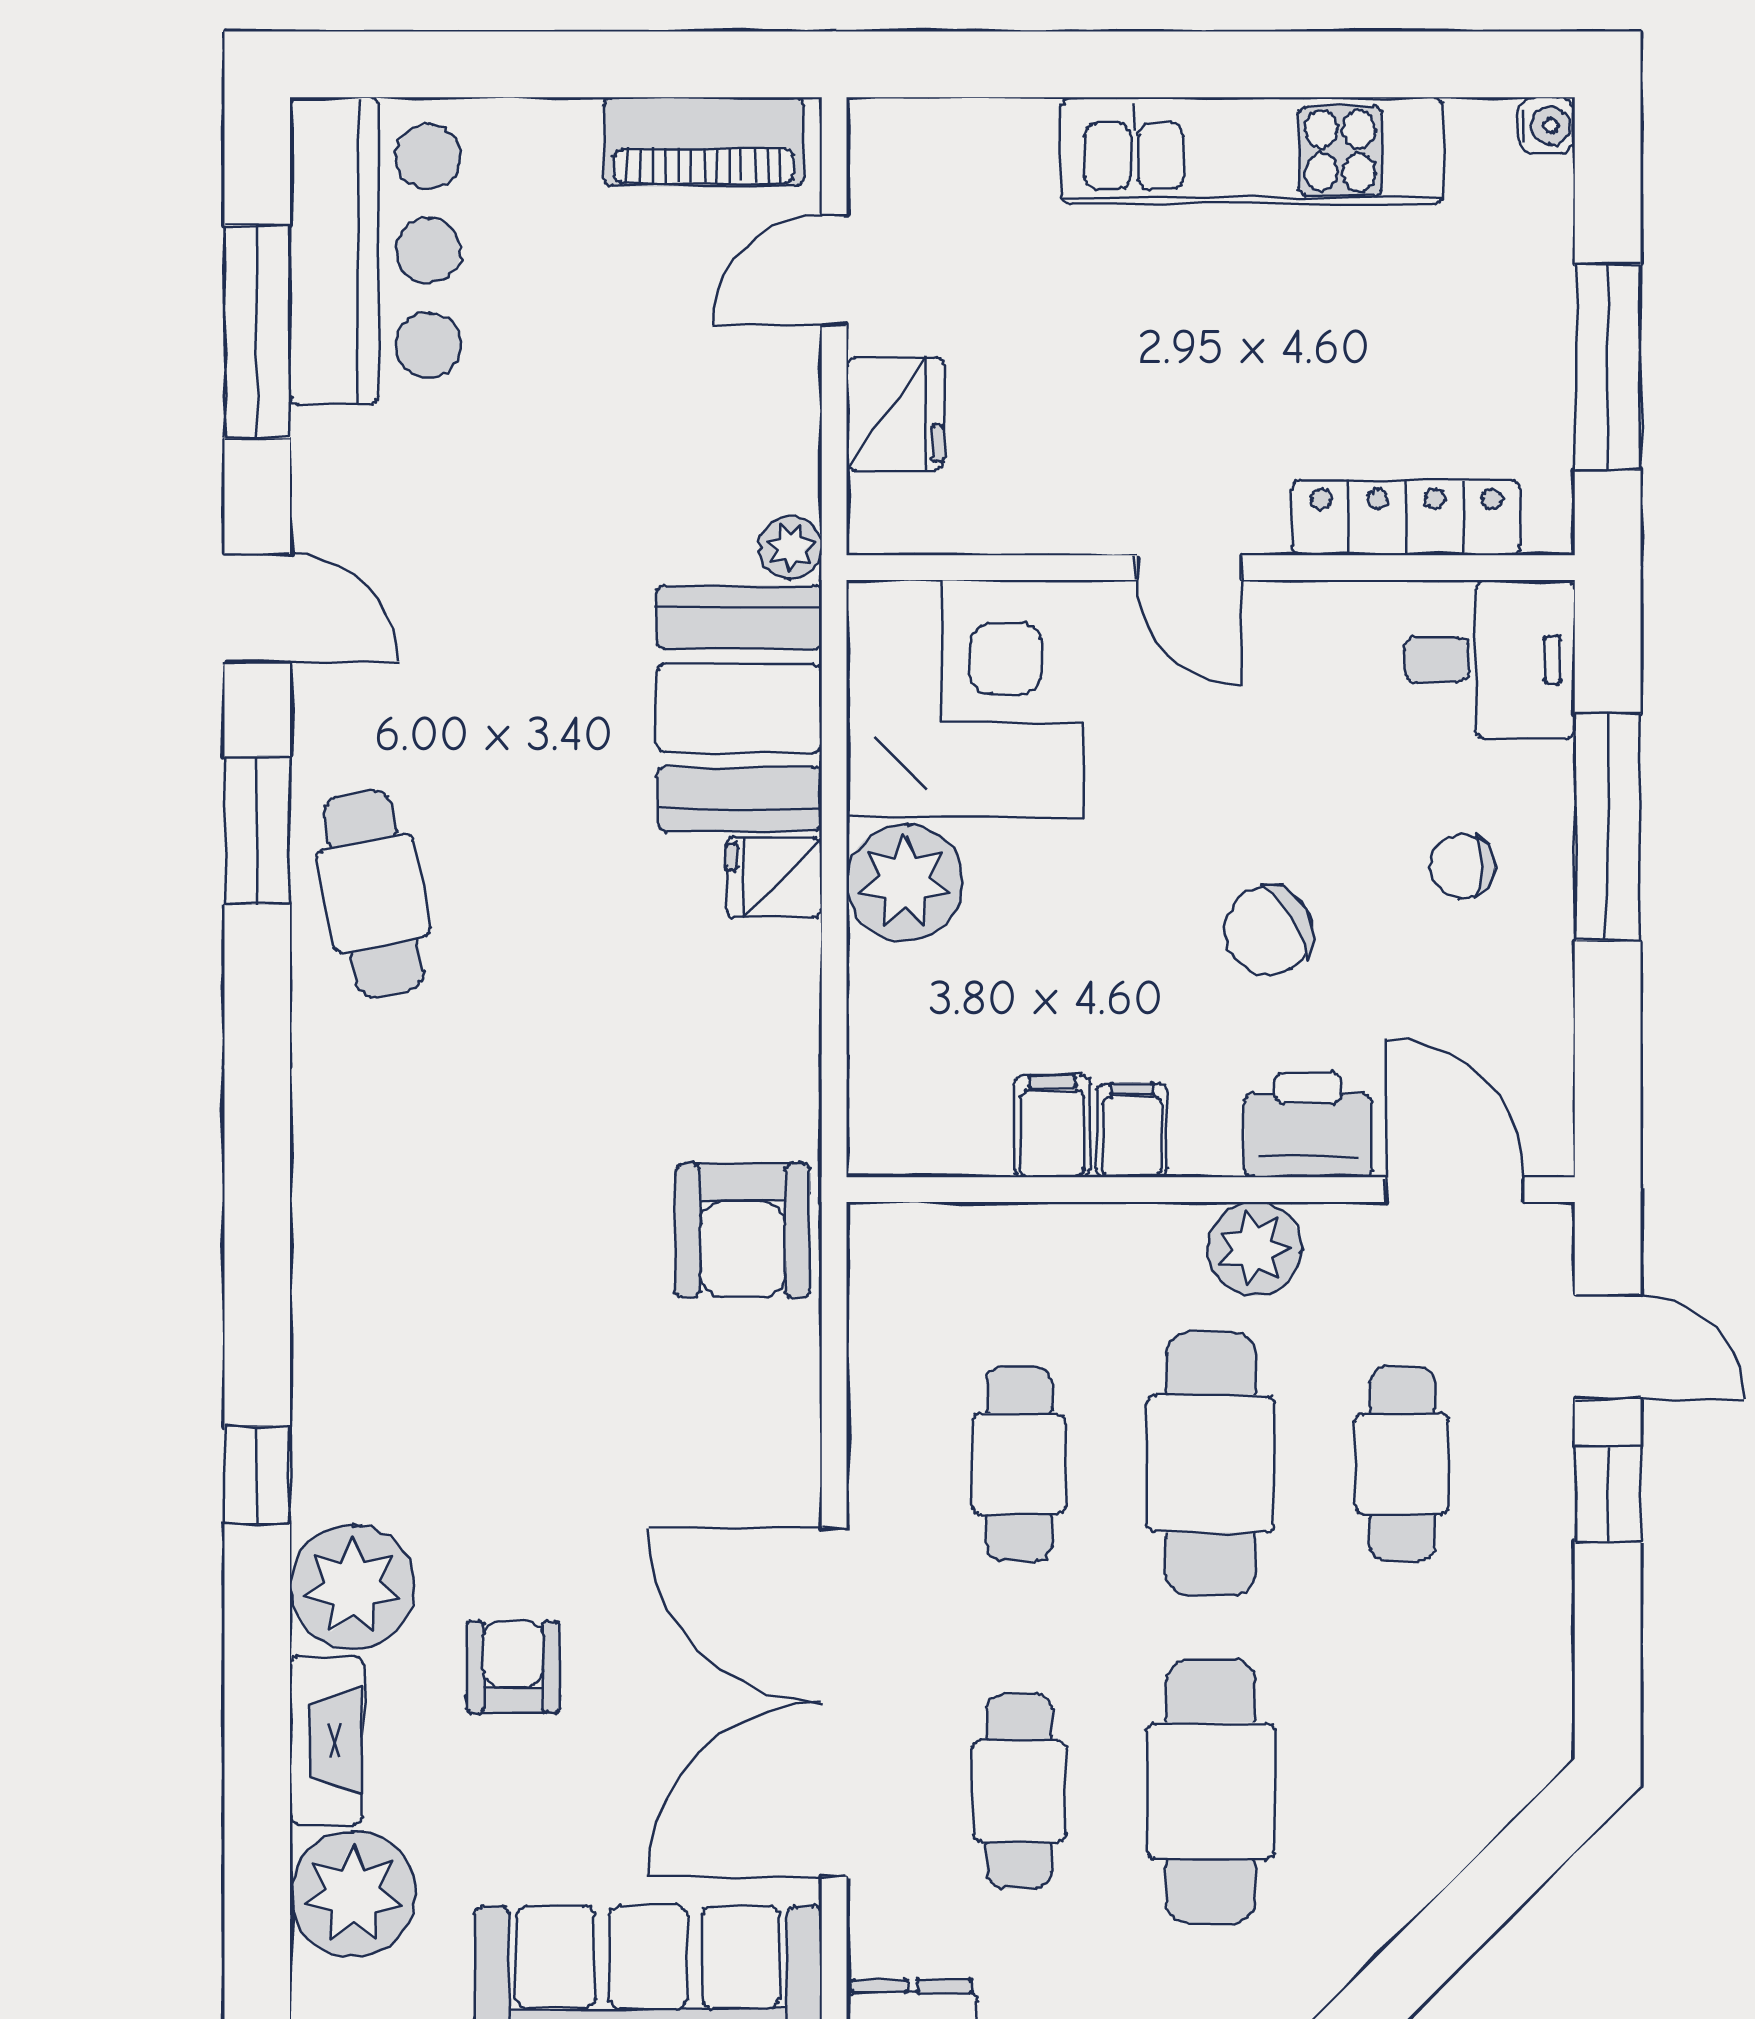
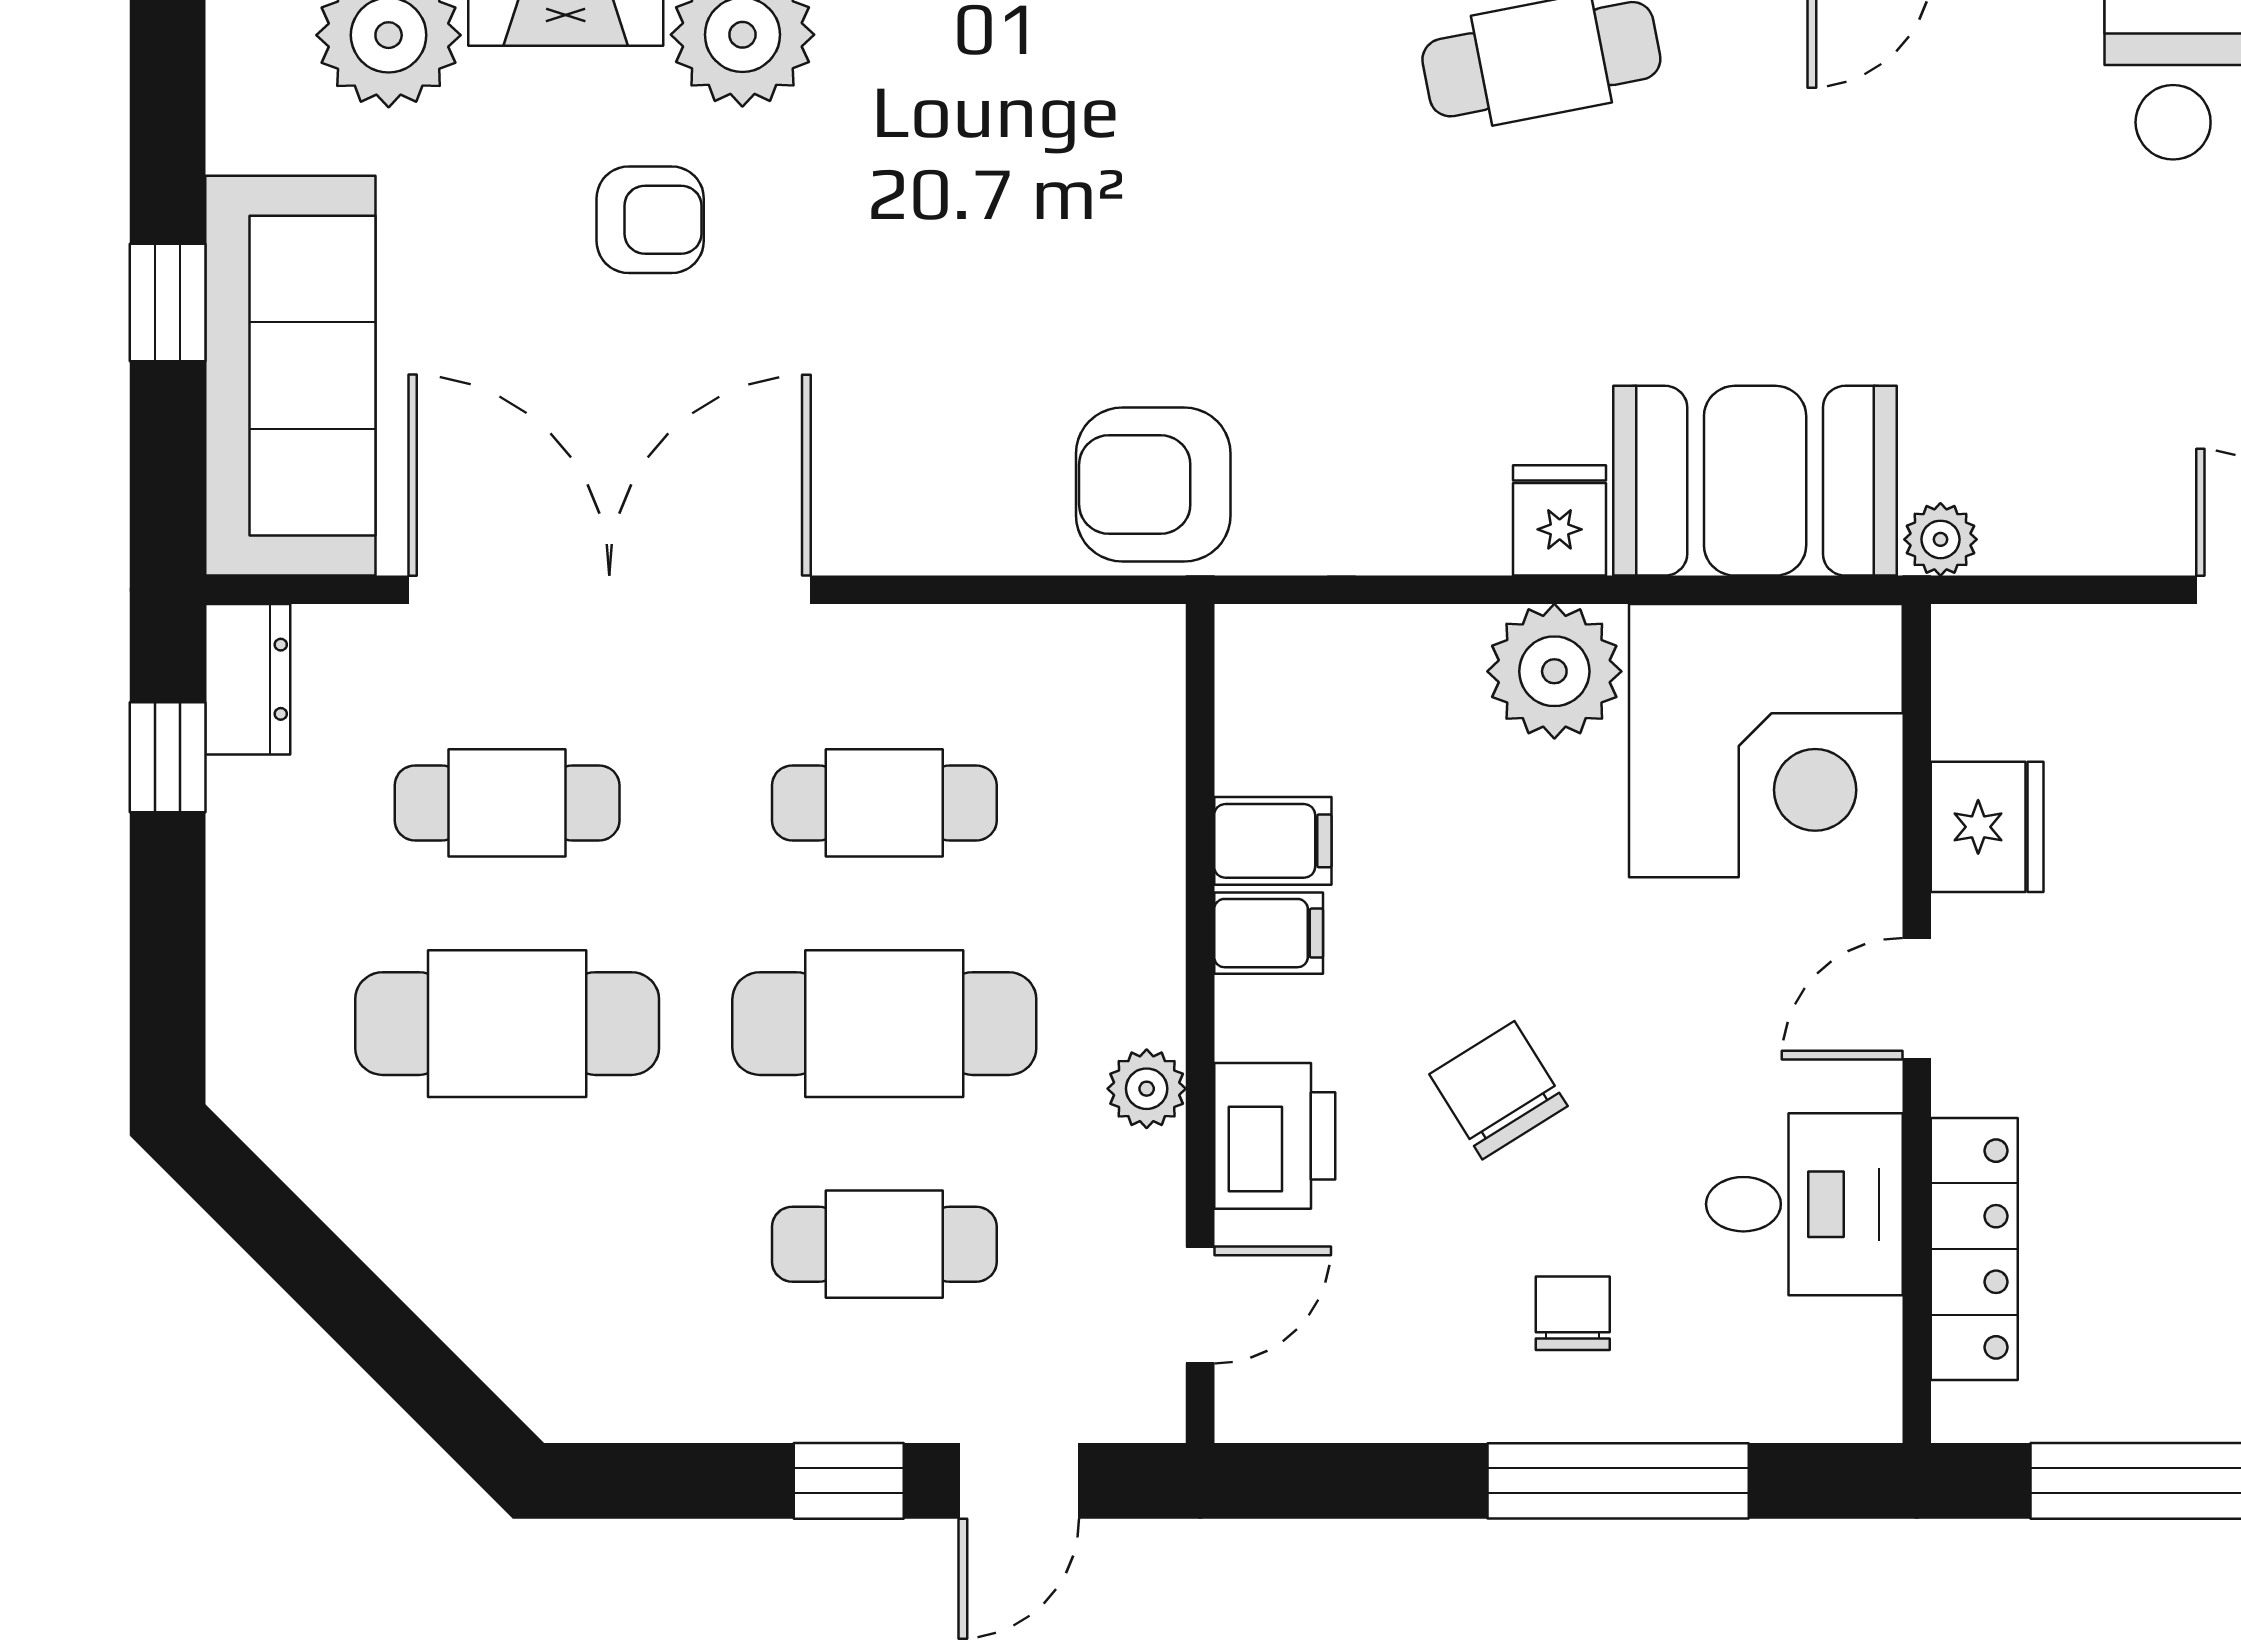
fridge: (895, 414) -> (1987, 827), moved, turned -90
desk: (1489, 660) -> (1804, 1204), moved, turned -90
door: (1455, 1190) -> (1200, 1305), width x0.73
plant: (1254, 1249) -> (1147, 1089), width x0.73, depth x0.73

